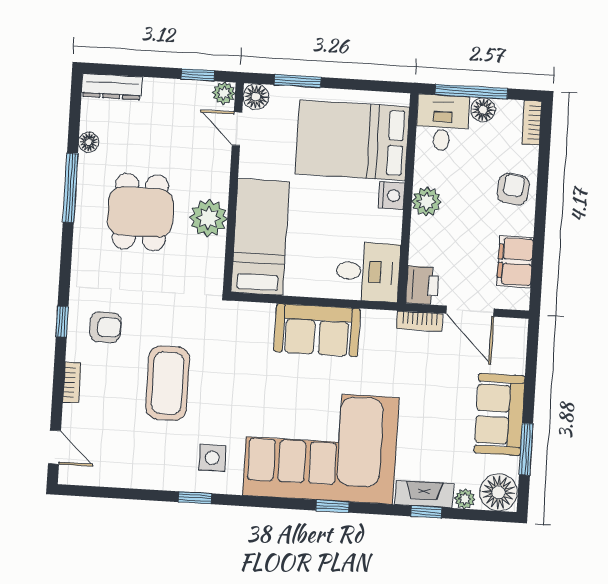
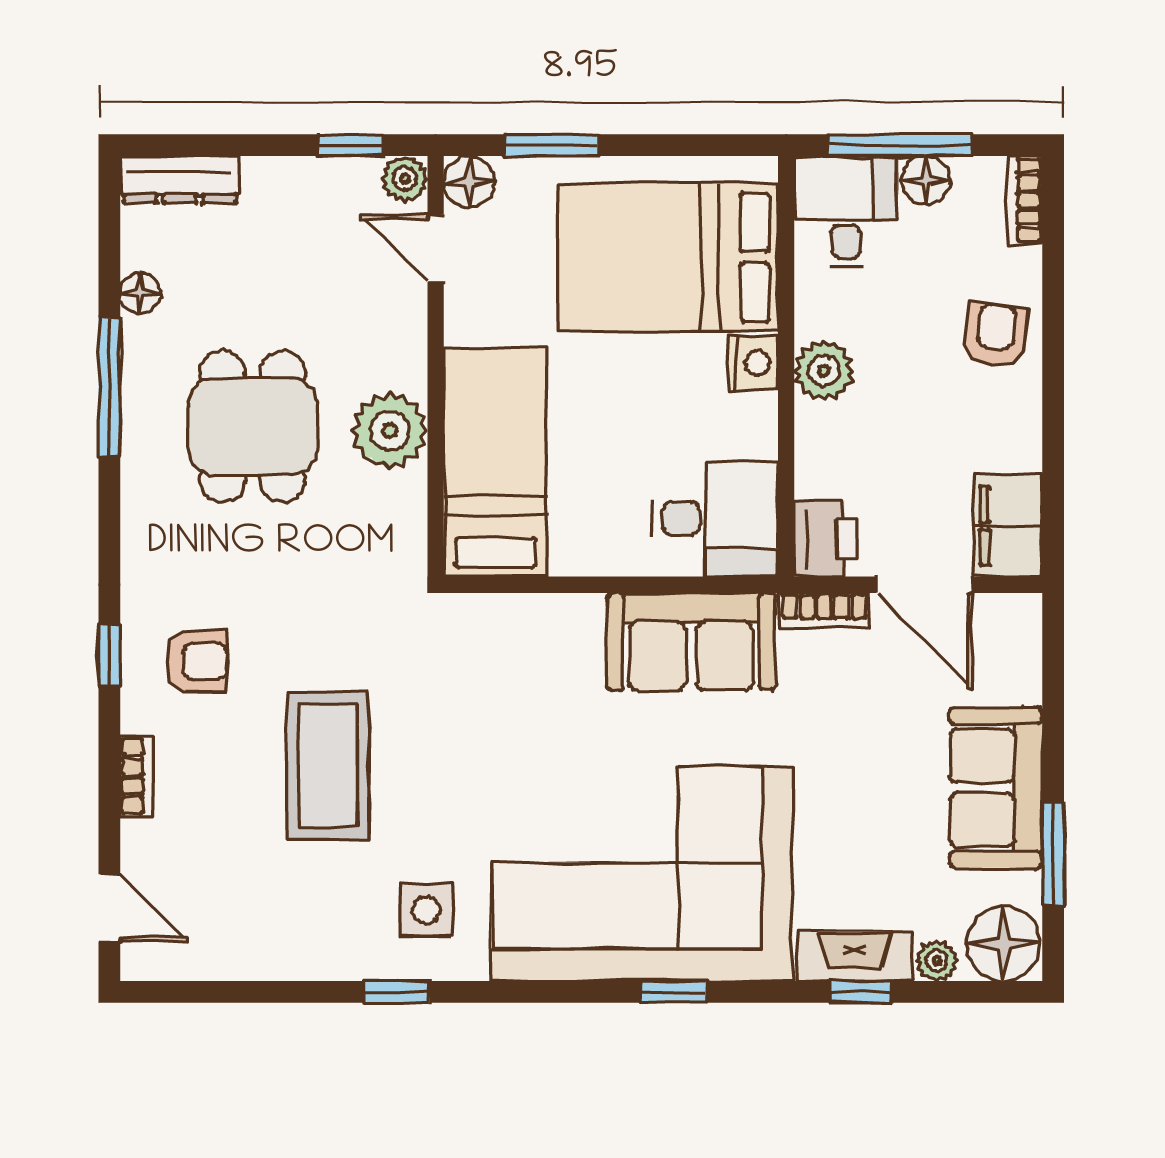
filing cabinet: (515, 262) -> (1008, 526), moved
sofa: (317, 330) -> (691, 641), moved

